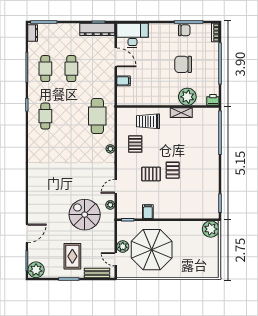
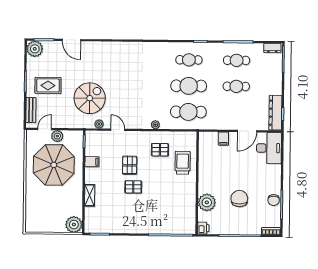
shelving: (181, 113) -> (90, 195), moved
cafe table: (71, 116) -> (189, 86), added

